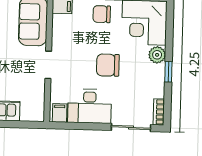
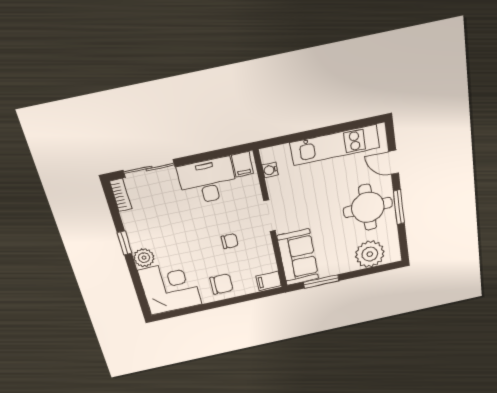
chair: (108, 65) -> (230, 241), moved, width x0.54, depth x0.54
water cooler: (39, 103) -> (270, 170), added

